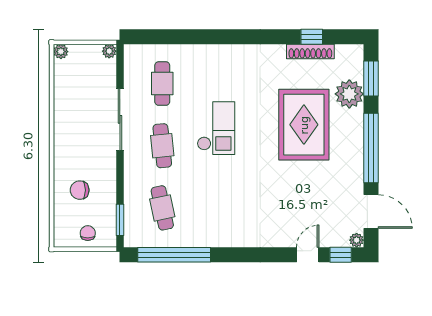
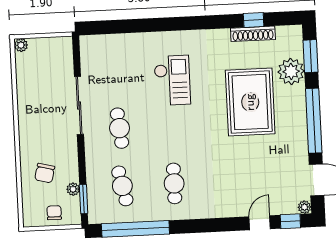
plant: (109, 51) -> (73, 189), moved
cafe table: (162, 84) -> (174, 183), moved
checkout: (216, 128) -> (172, 80), moved
chair: (80, 190) -> (45, 173), turned -76

